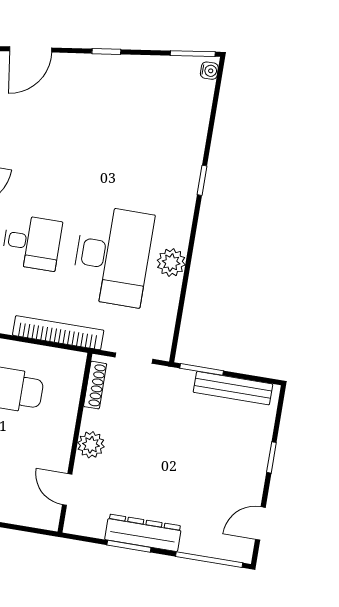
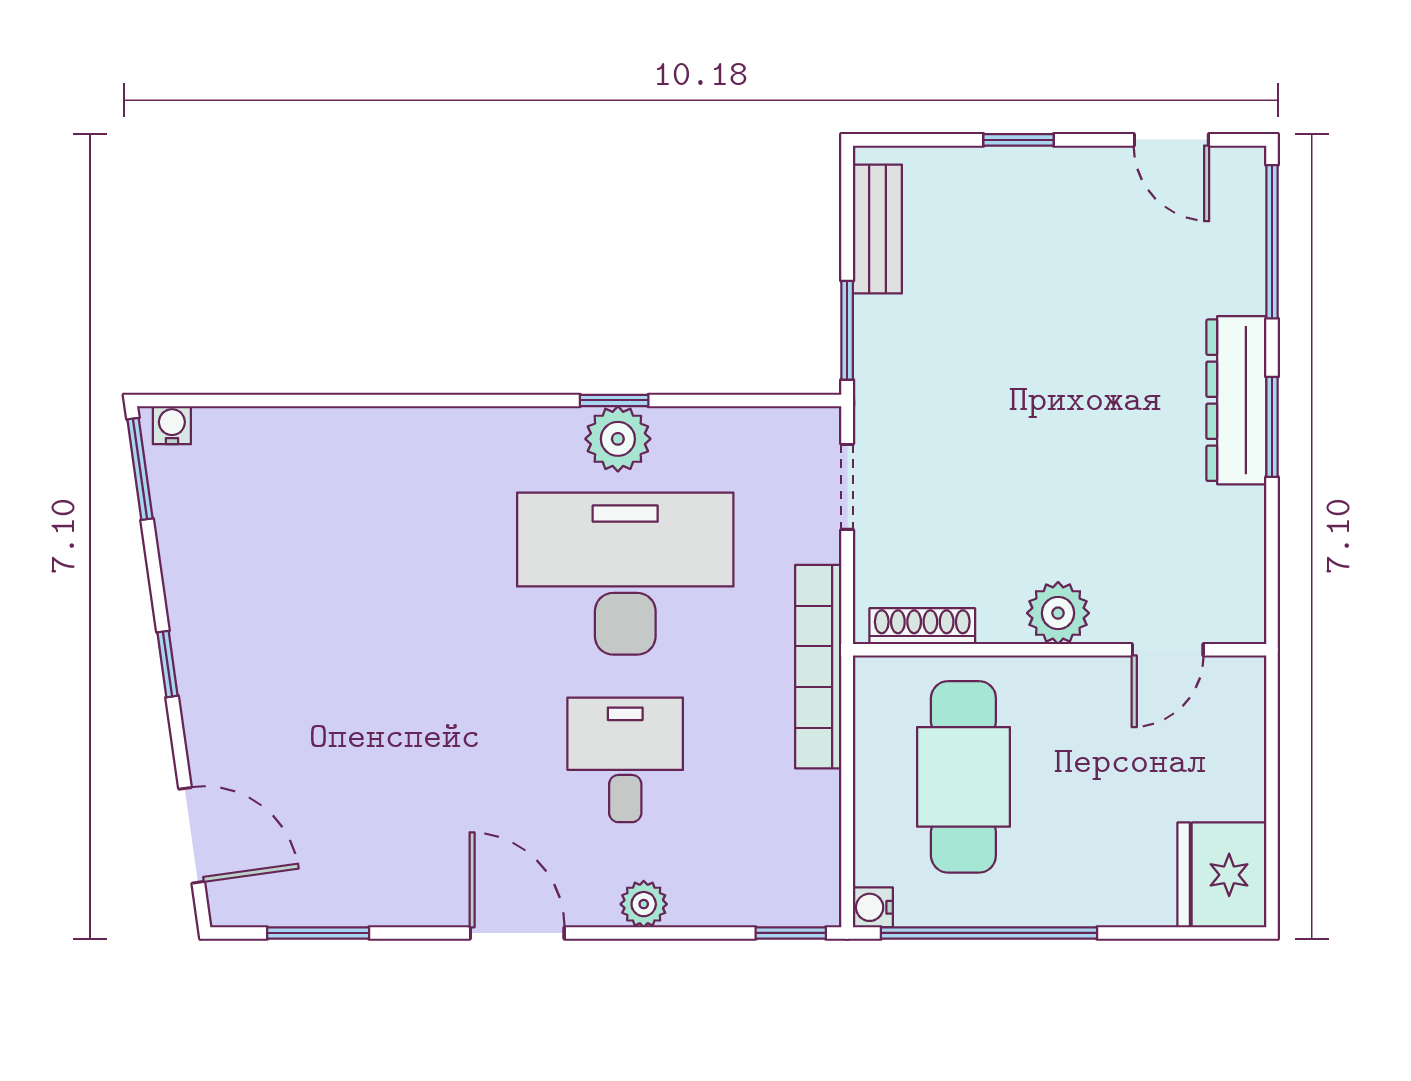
window: (202, 180) -> (614, 400), moved
shoe rack: (95, 385) -> (922, 626), moved
bench: (233, 388) -> (877, 229), width x0.73
wall: (75, 443) -> (1060, 650), moved
plant: (91, 445) -> (1058, 613), moved
door: (67, 489) -> (1168, 650), moved

